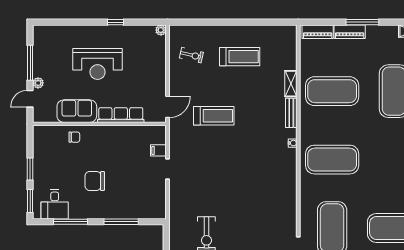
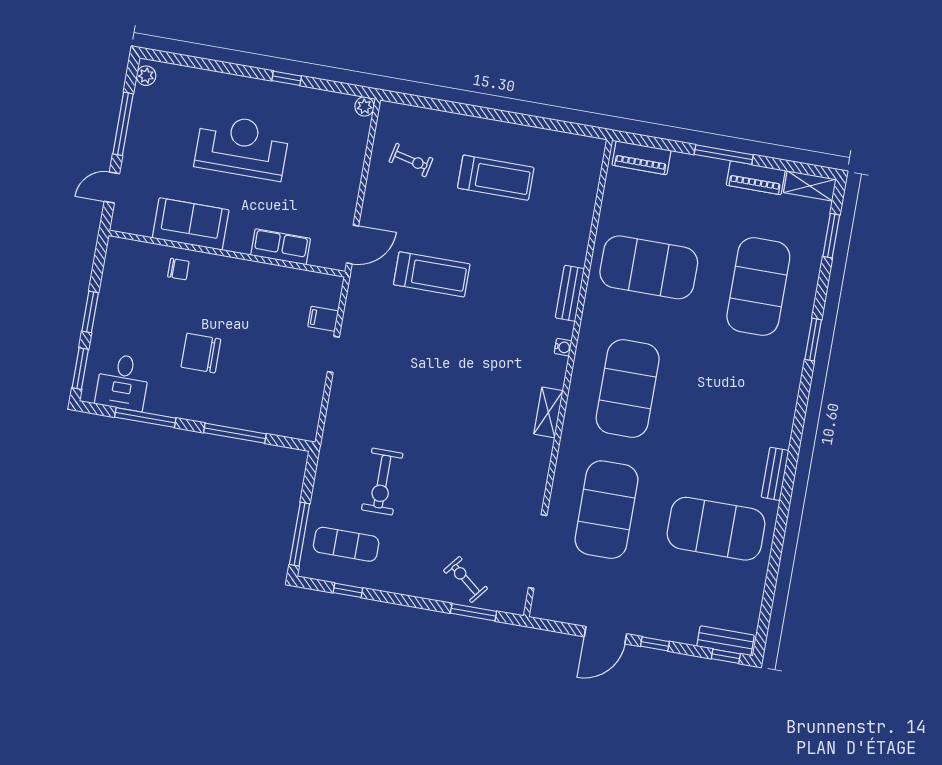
piano: (350, 32) -> (756, 178), moved
reception desk: (98, 64) -> (242, 147), turned 180
plant: (38, 83) -> (146, 76), moved
shelving: (291, 84) -> (548, 412), moved
row of seats: (121, 115) -> (281, 247), width x0.68
exercise mat: (332, 160) -> (628, 388), turned 90

